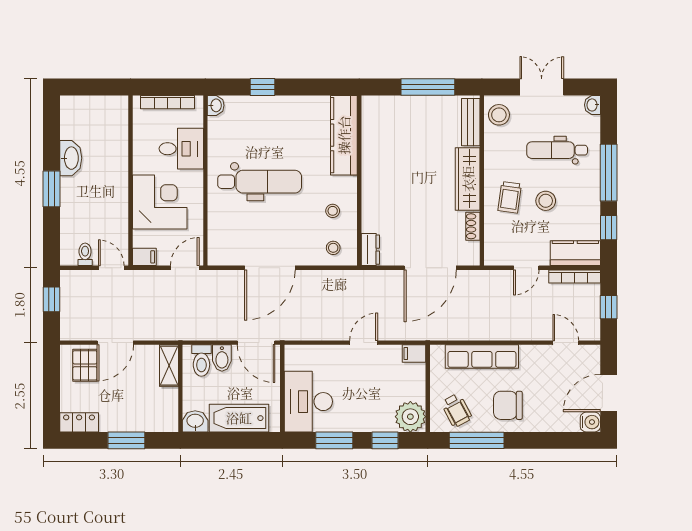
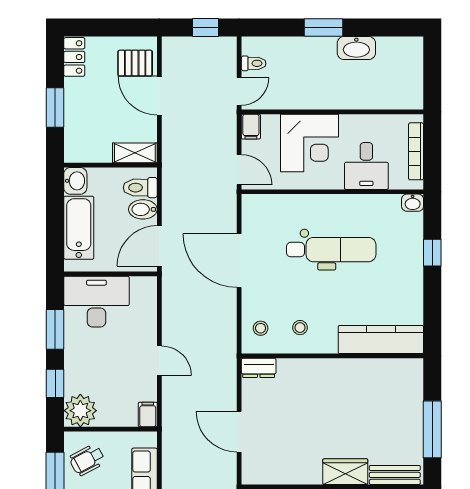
wardrobe: (468, 179) -> (345, 472), width x0.67
dental chair: (260, 182) -> (331, 250), turned -90
shoe rack: (473, 226) -> (284, 477), removed
door: (430, 268) -> (239, 432), width x0.73

